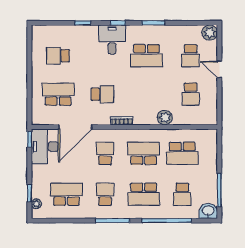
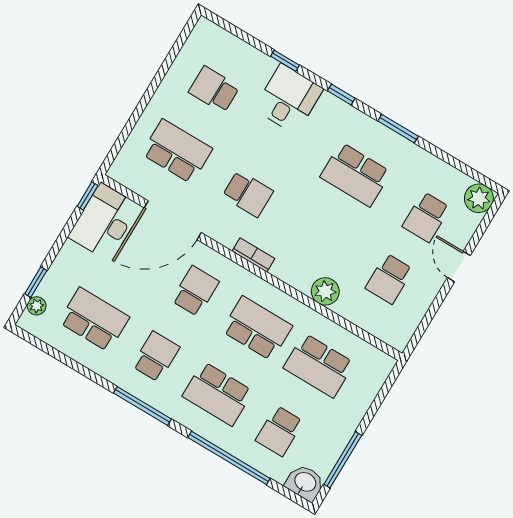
desk: (112, 39) -> (288, 99), moved

